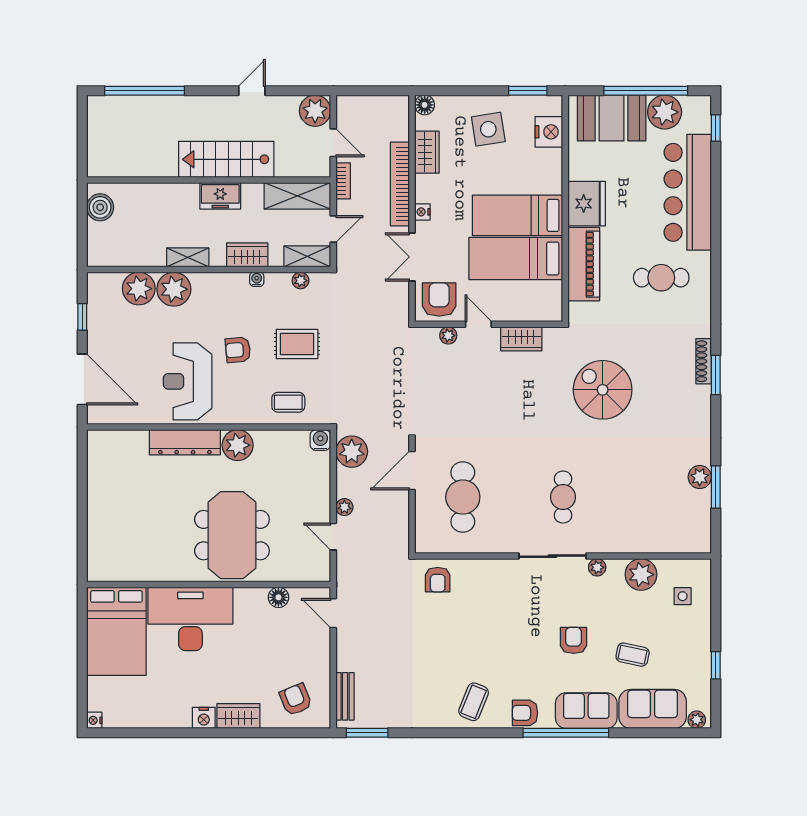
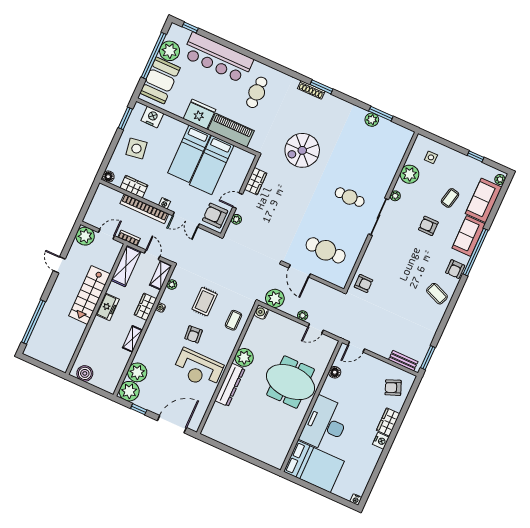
plant: (174, 289) -> (129, 391), moved

